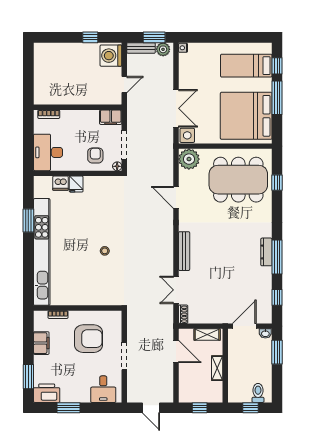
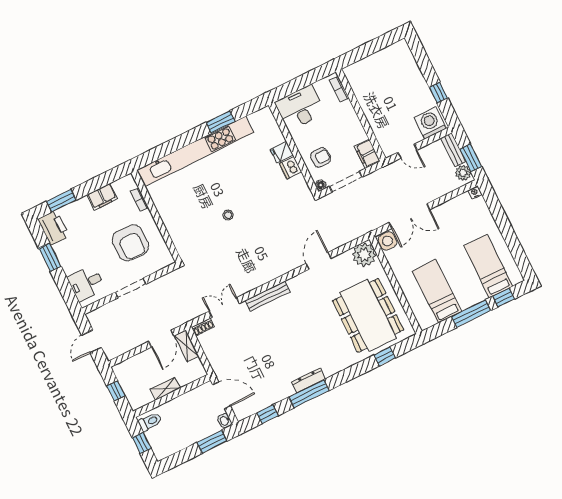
bed: (246, 116) -> (437, 291), width x0.49
dishwasher: (61, 183) -> (291, 168), moved
shelving: (207, 335) -> (186, 346), moved
toilet: (258, 393) -> (150, 422), moved

